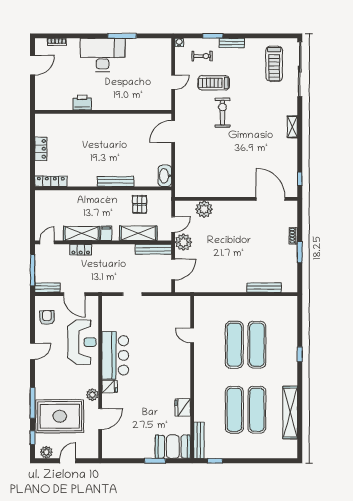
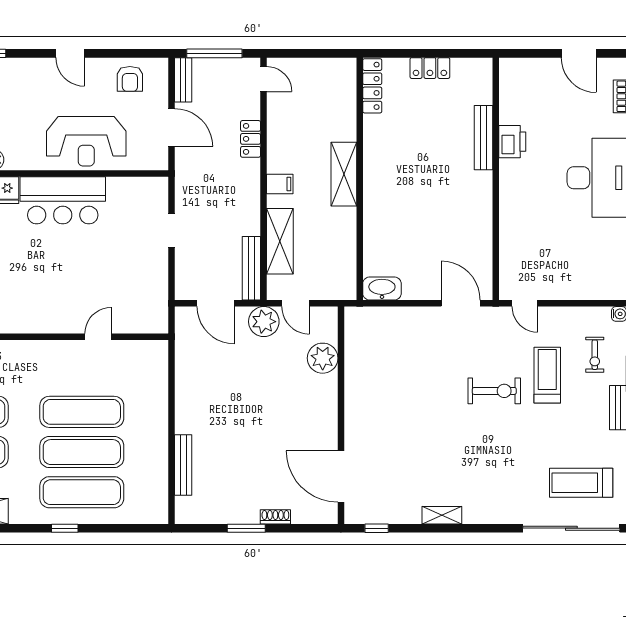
door: (173, 82) -> (525, 303), moved
shelving: (292, 127) -> (442, 515), moved
bench: (116, 181) -> (484, 138), moved
door: (271, 199) -> (341, 476), swing flipped
pallet: (140, 204) -> (331, 243), removed
shelving: (82, 233) -> (344, 174), moved
door: (74, 294) -> (171, 128), swing flipped
armchair: (47, 318) -> (130, 79), turned 90
exercise mat: (279, 345) -> (82, 492), added

